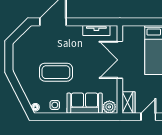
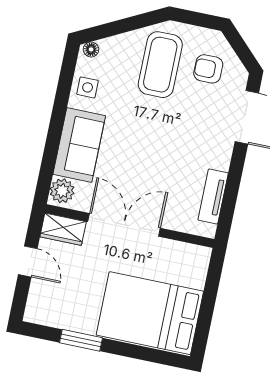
armchair: (33, 46) -> (208, 69), added
double door: (120, 60) -> (124, 225), moved
coffee table: (56, 72) -> (160, 65), moved

